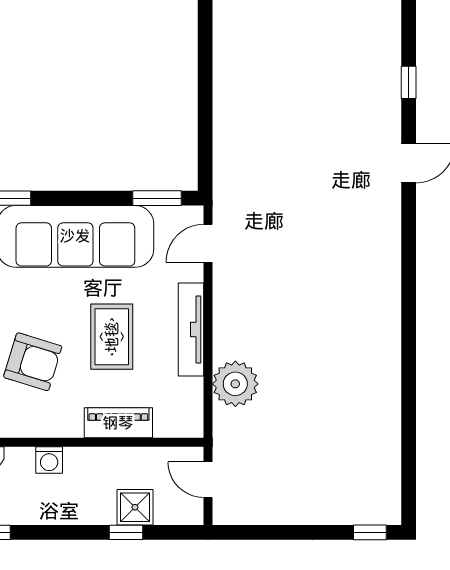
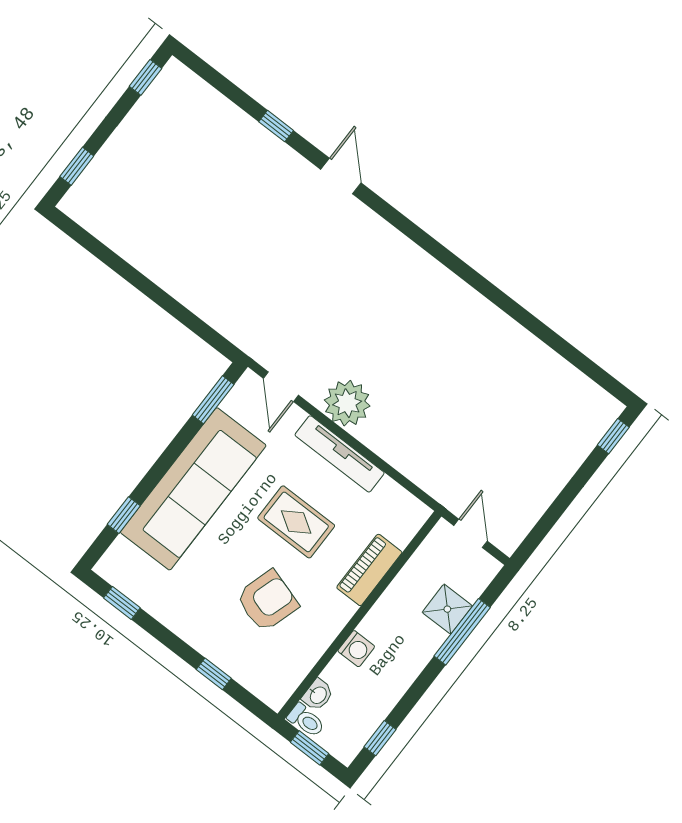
plant: (235, 384) -> (347, 403), moved
door: (208, 480) -> (471, 533), swing flipped
window: (126, 532) -> (462, 632), width x2.17

